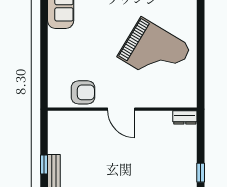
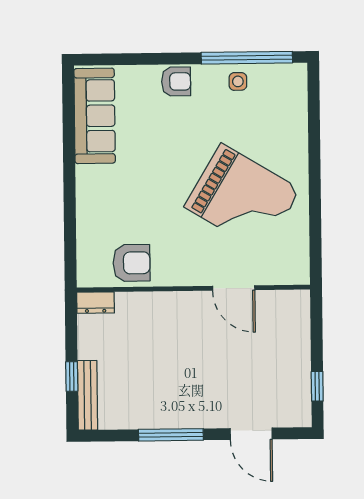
door: (121, 109) -> (234, 288), moved
dresser: (185, 117) -> (96, 303), moved

